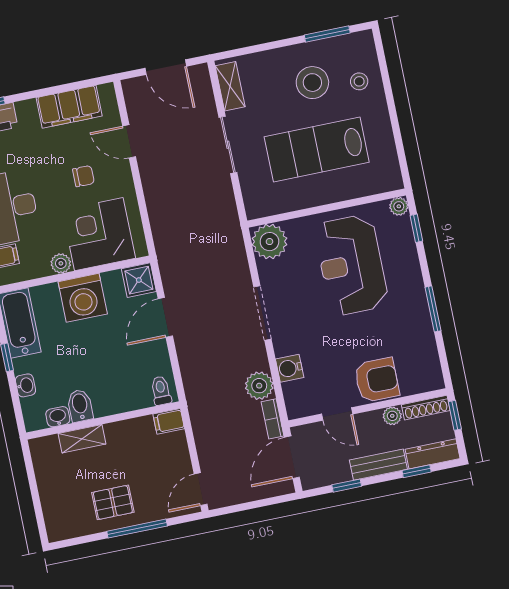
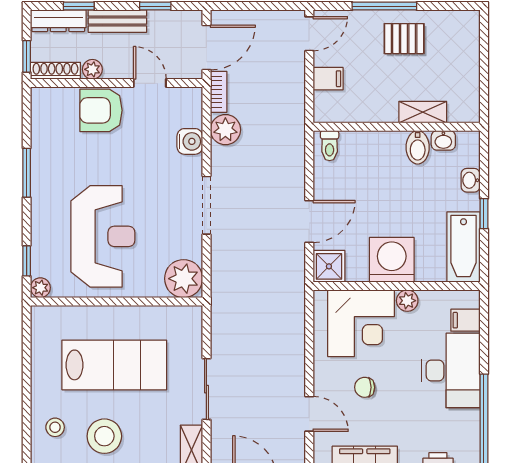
filing cabinet: (169, 421) -> (328, 79), moved

